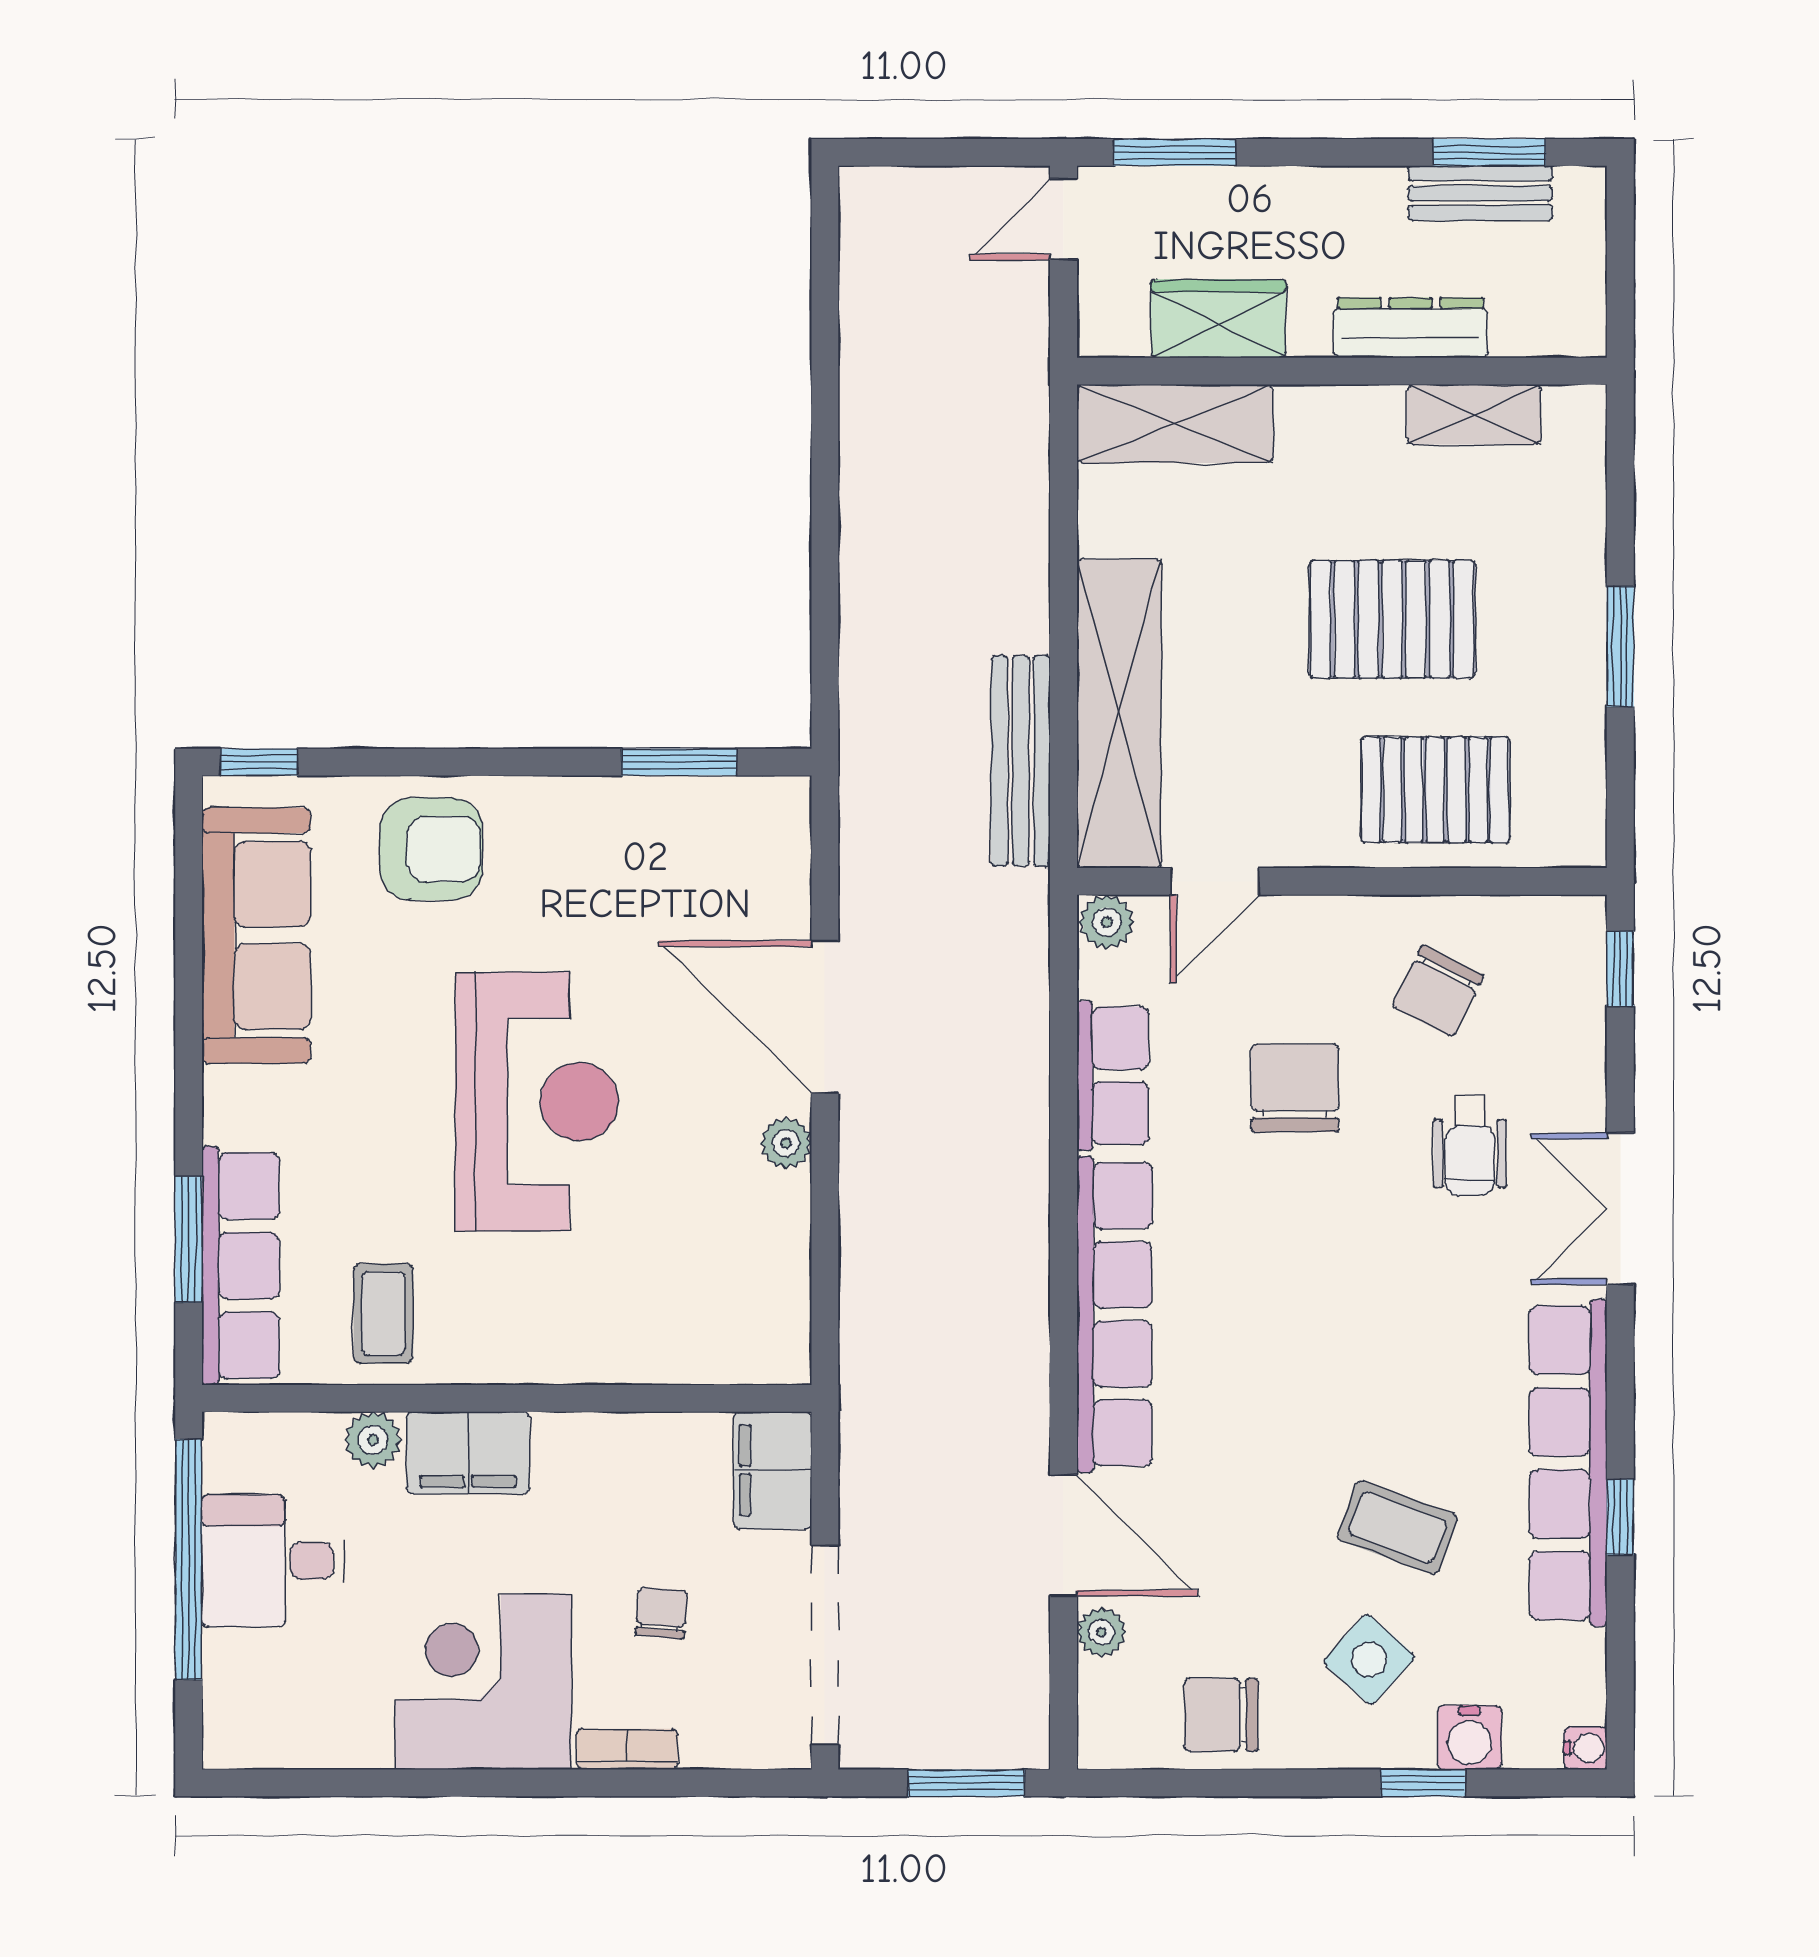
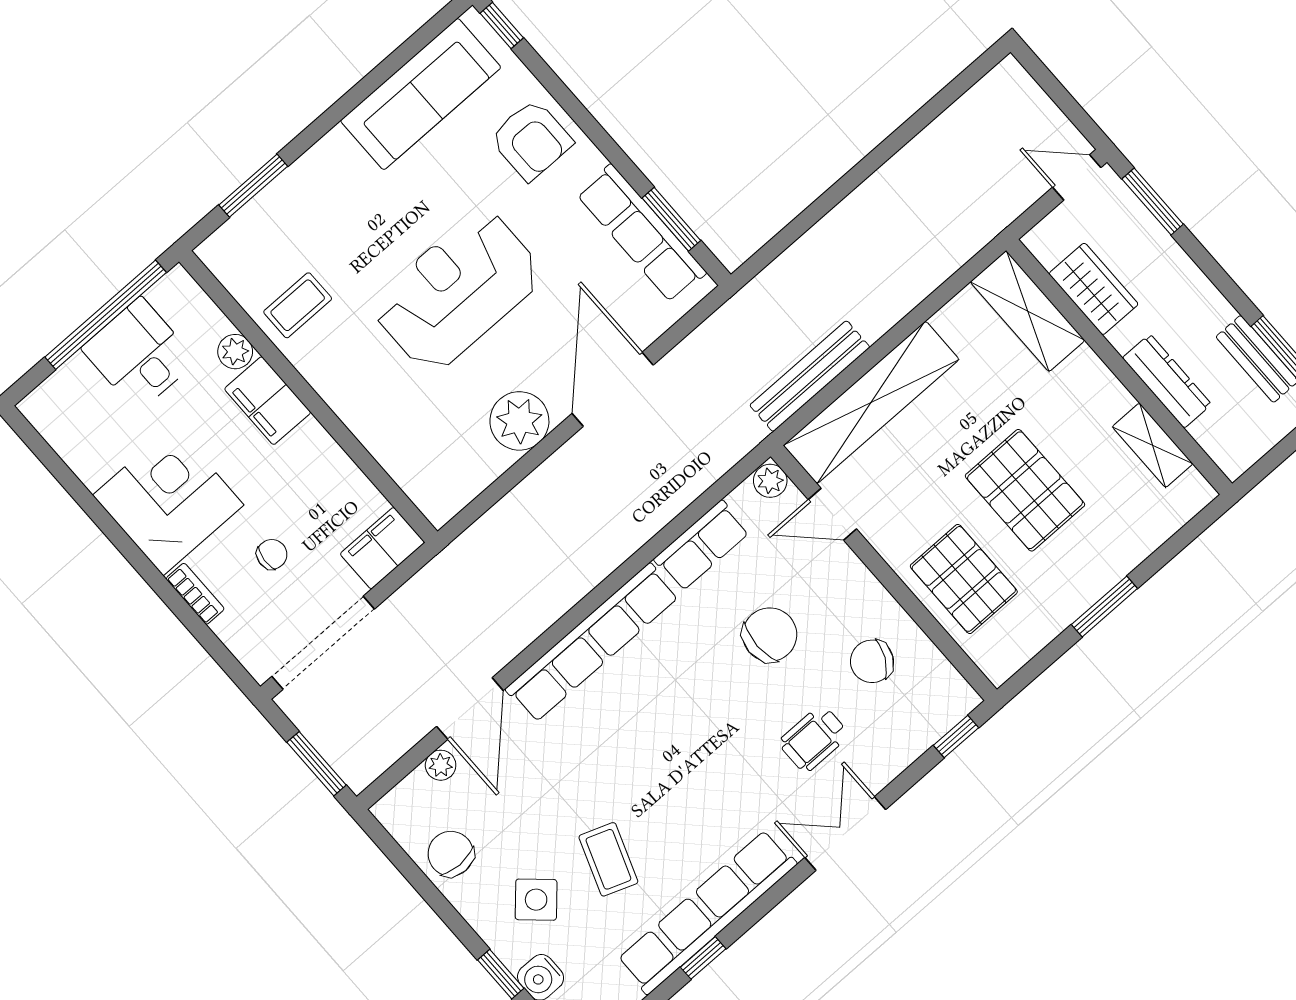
reception desk: (537, 1102) -> (457, 291), turned 180
plant: (786, 1143) -> (519, 421), width x1.87, depth x1.87
row of seats: (241, 1266) -> (641, 233), moved, turned 90

